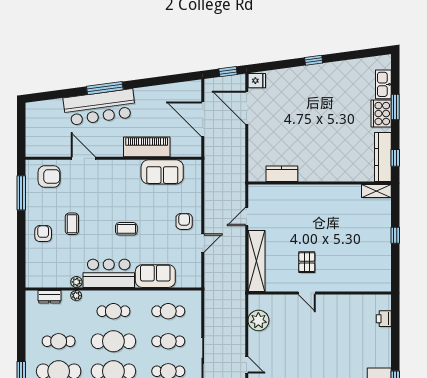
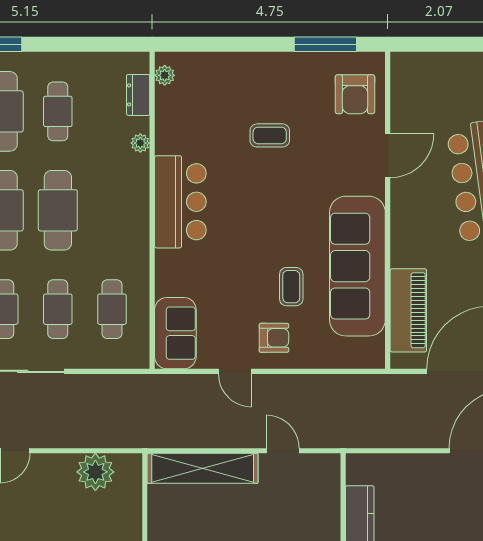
piano: (147, 147) -> (408, 310), moved
sofa: (162, 172) -> (357, 266), width x1.85, depth x1.27
coffee table: (126, 229) -> (291, 287), moved
armchair: (43, 234) -> (252, 83), removed
sofa: (155, 276) -> (175, 333), moved
plant: (76, 282) -> (165, 75), moved
cafe table: (113, 311) -> (112, 210), removed

